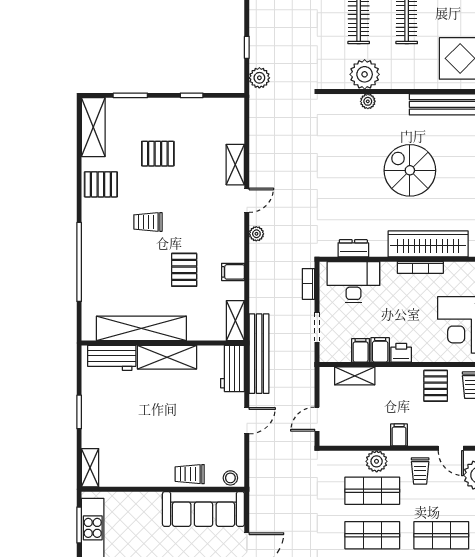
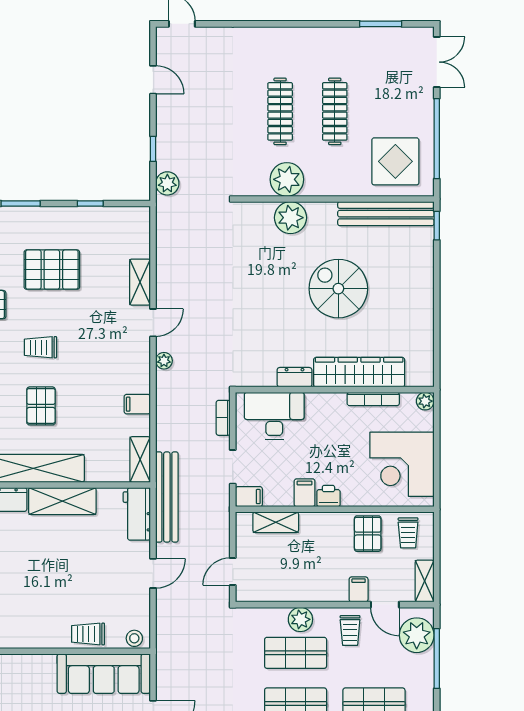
plant: (368, 101) -> (290, 218), width x1.88, depth x1.88
pallet: (158, 154) -> (52, 270), width x1.50, depth x1.42
dresser: (353, 248) -> (295, 377), moved
bookcase: (420, 267) -> (373, 399), moved
pallet: (184, 270) -> (41, 406), moved
filing cabinet: (361, 350) -> (249, 497), moved, turned 90
filing cabinet: (399, 435) -> (359, 589), moved

